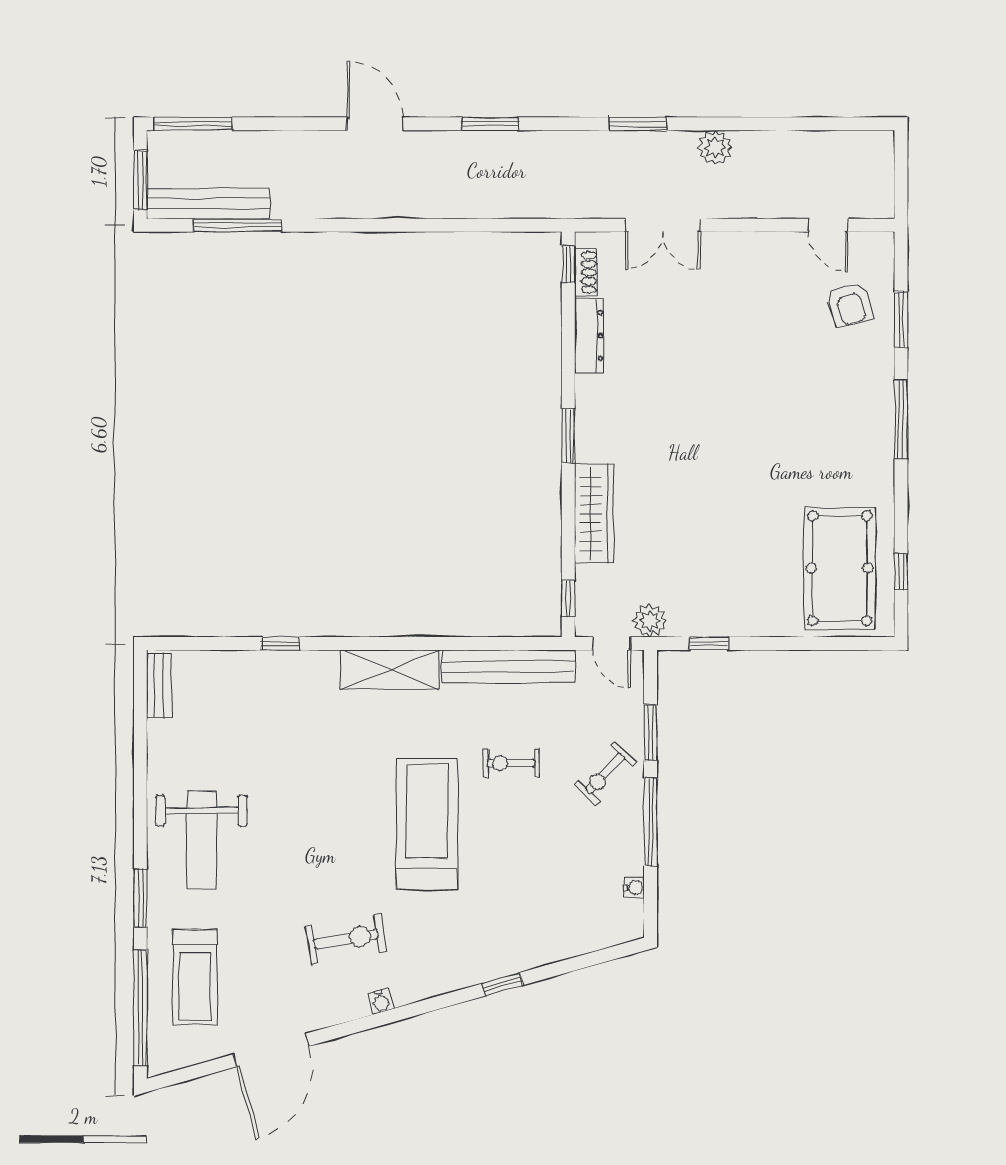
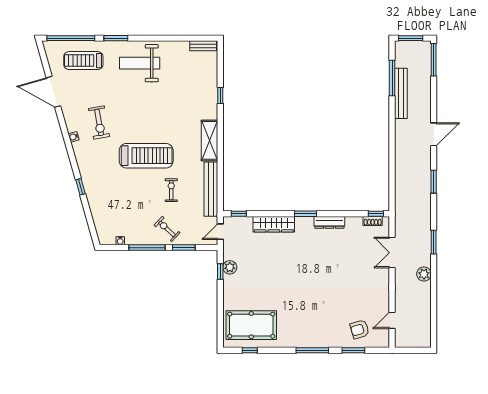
bench: (208, 204) -> (401, 93), moved
dresser: (589, 336) -> (329, 222), moved
plant: (650, 621) -> (230, 267), moved

